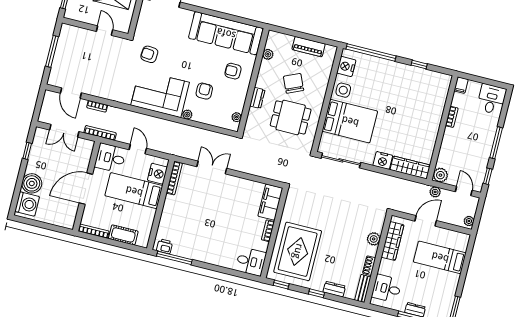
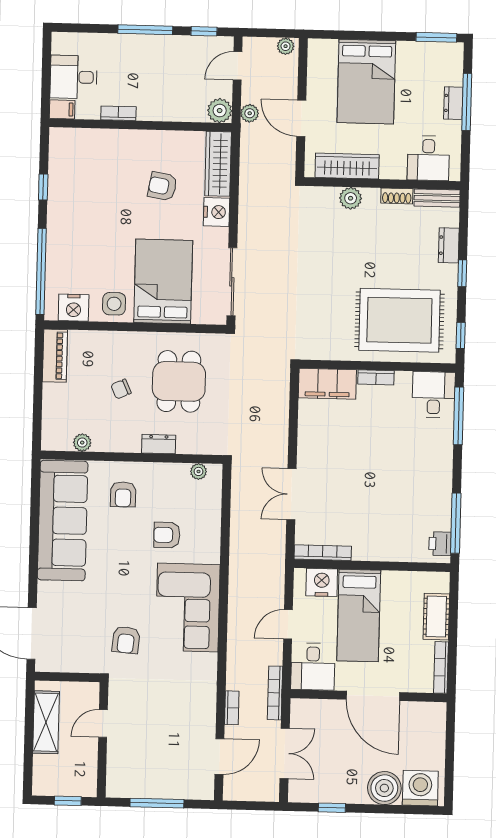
piano: (309, 47) -> (55, 356), moved
chair: (294, 83) -> (121, 389), width x0.54, depth x0.54
desk: (491, 99) -> (74, 77), moved
plant: (187, 115) -> (212, 554), removed
armchair: (404, 133) -> (162, 186), added
bed: (440, 257) -> (366, 82), width x1.50
window: (235, 273) -> (459, 416), added

